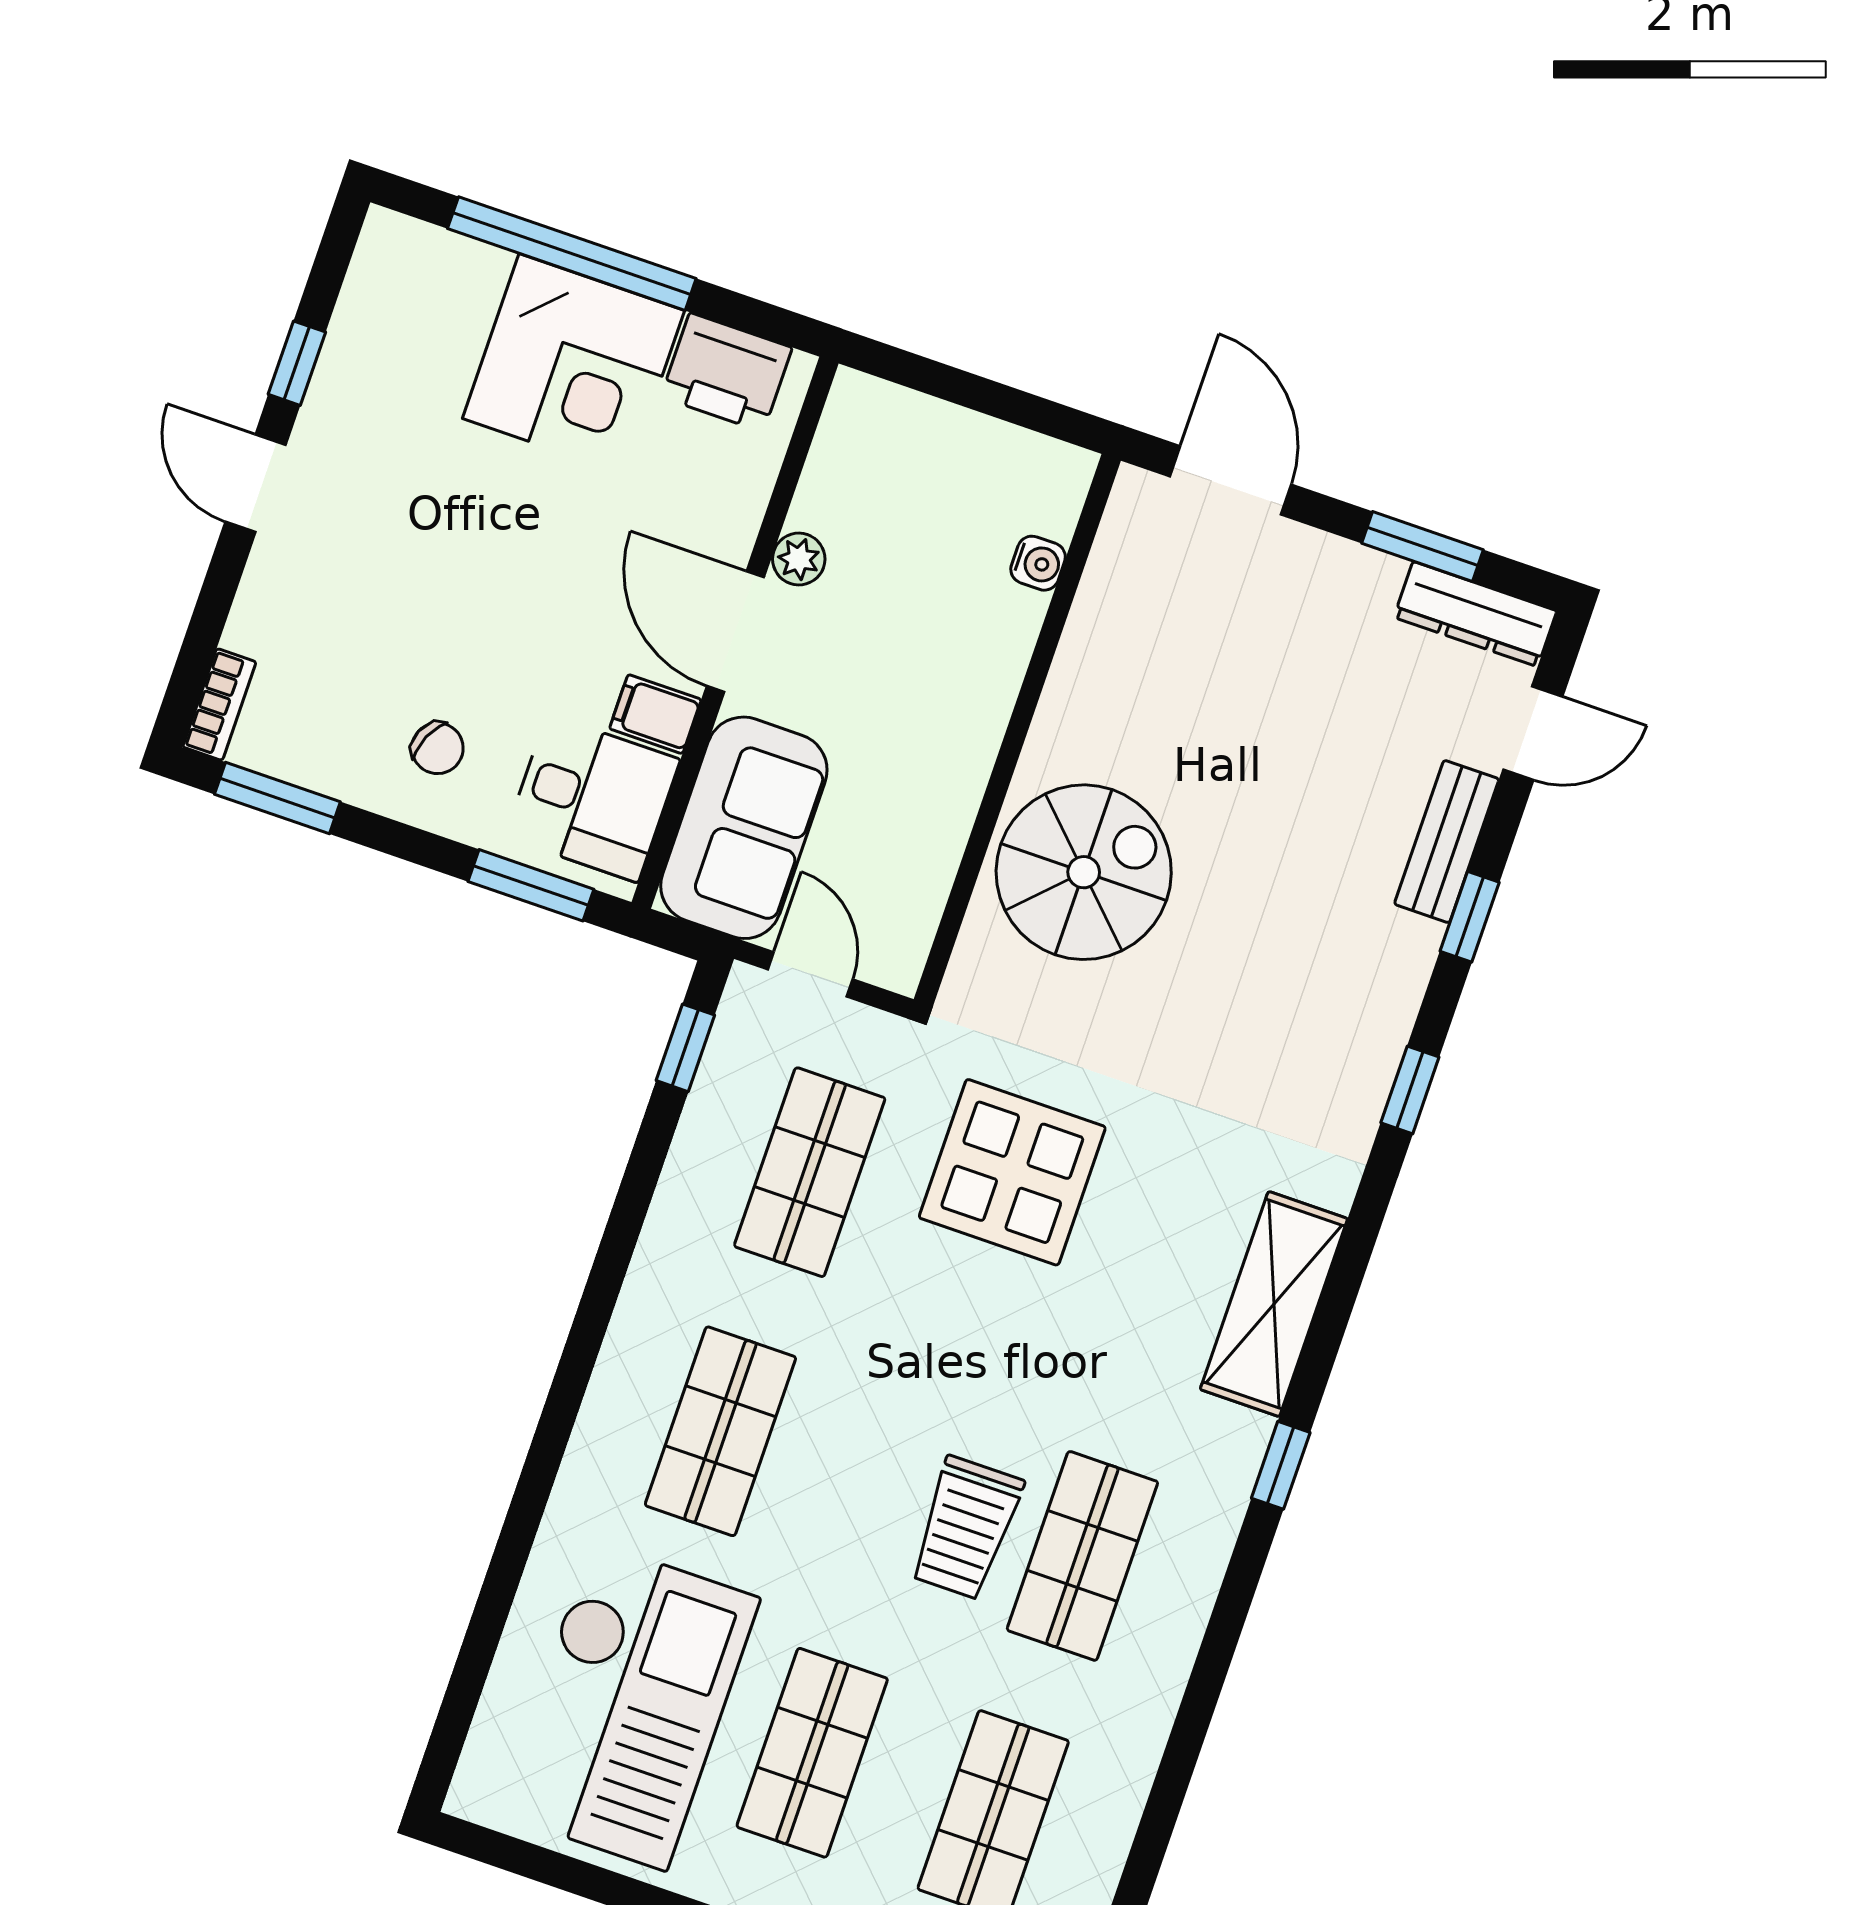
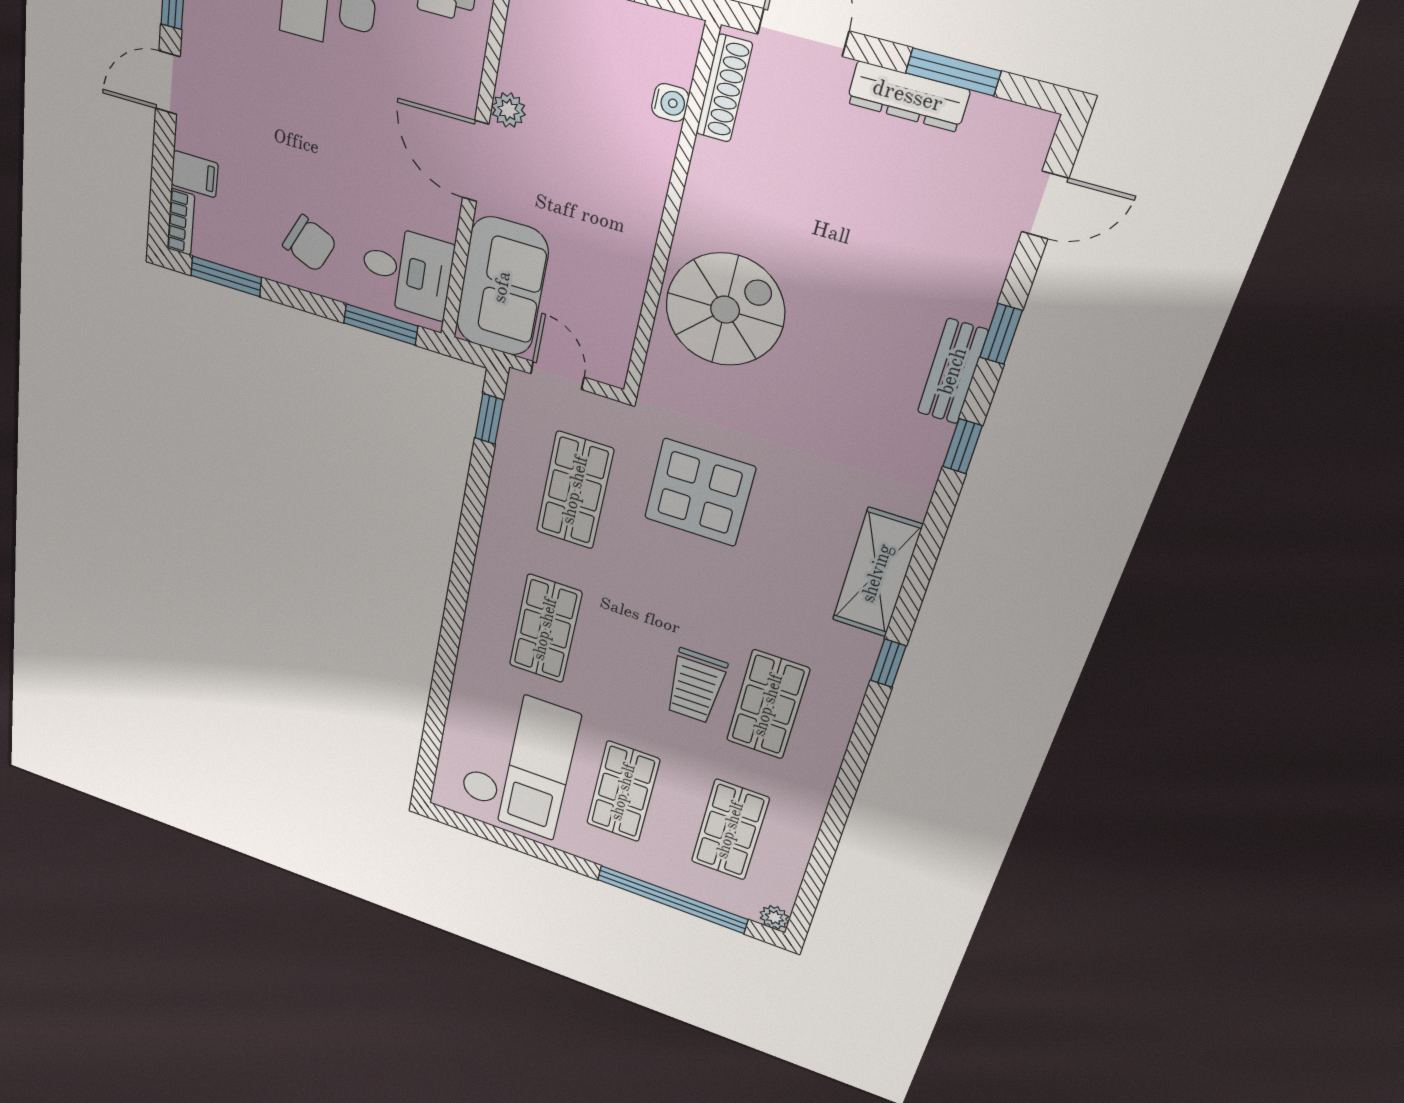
door: (256, 483) -> (168, 83), hinge flipped
shoe rack: (1116, 549) -> (724, 89), added
dresser: (1475, 614) -> (908, 96), moved
filing cabinet: (655, 714) -> (195, 174), moved, turned 180
chair: (437, 748) -> (310, 243), width x1.37, depth x1.37
bench: (1447, 842) -> (953, 371), moved

